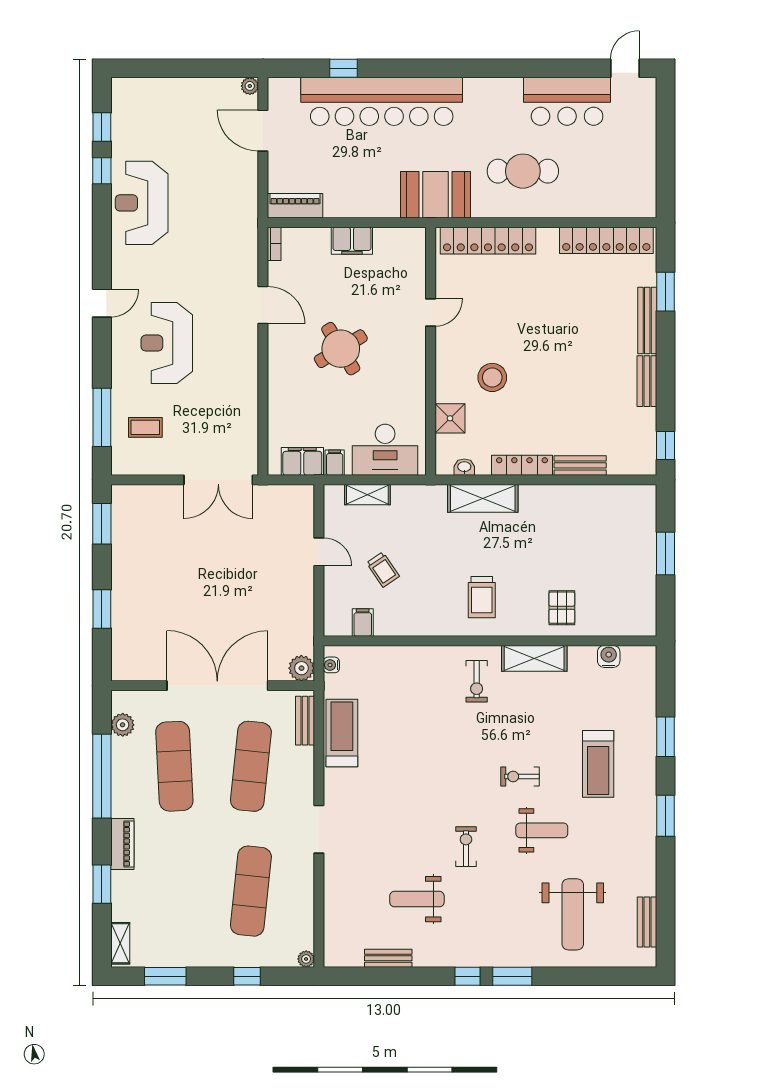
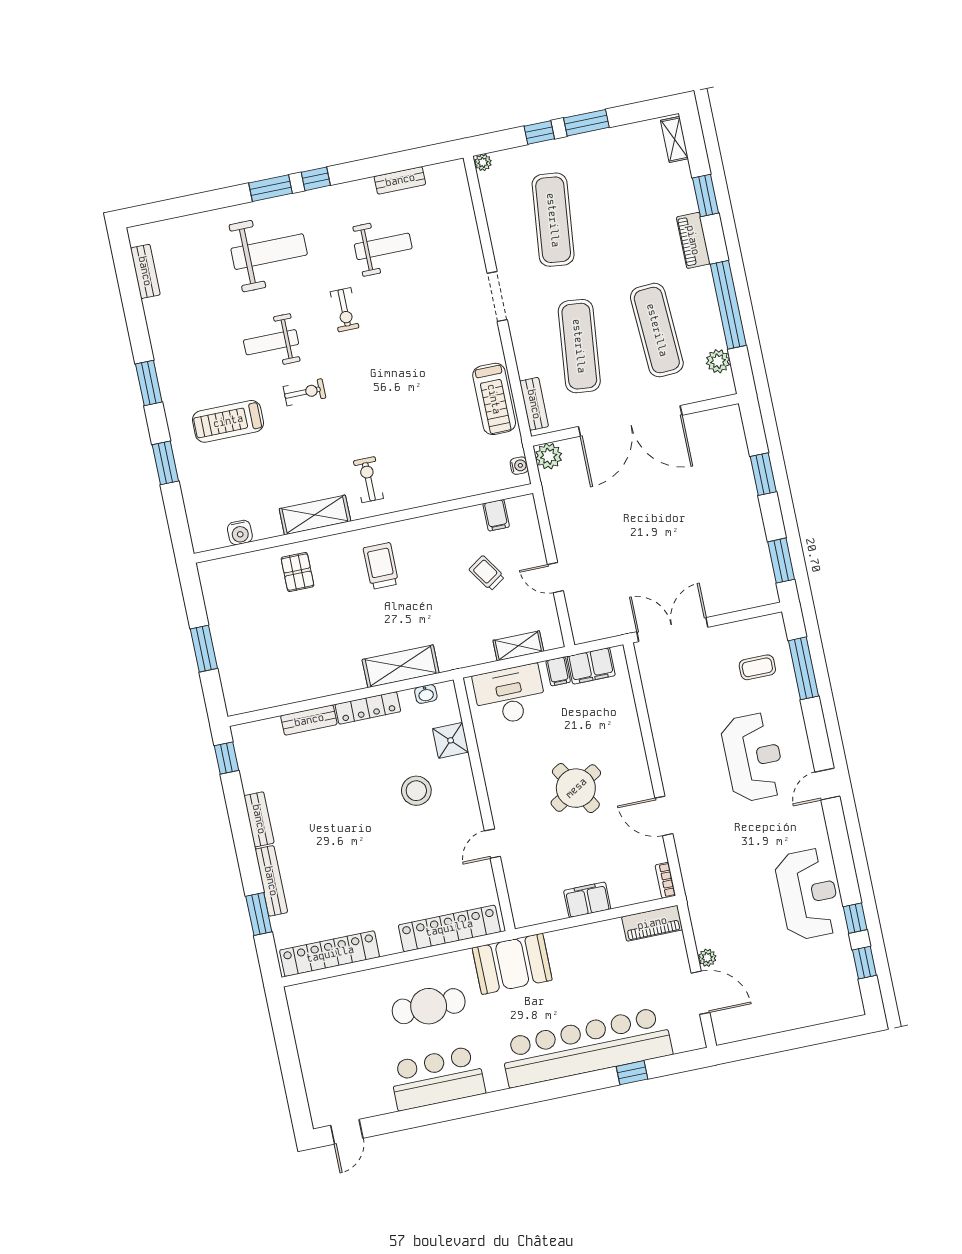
plant: (250, 86) -> (707, 958), moved
bar counter: (567, 101) -> (437, 1078), moved
treadmill: (598, 764) -> (228, 421), turned -90
weight bench: (573, 914) -> (269, 252), moved, turned 90
window: (165, 976) -> (586, 123), moved

